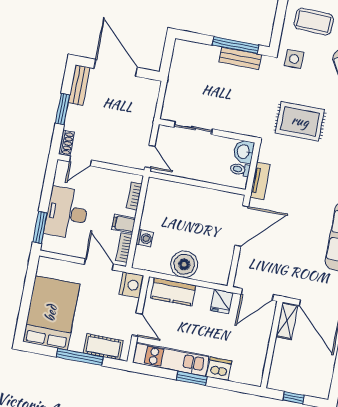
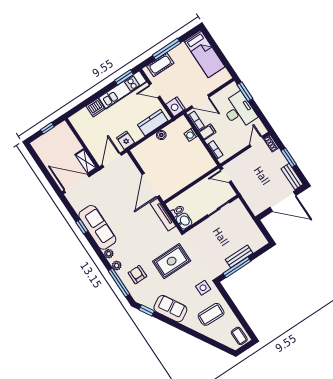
bench: (240, 58) -> (239, 256), moved
tv unit: (260, 181) -> (163, 215), width x1.41
boiler: (184, 264) -> (161, 135), width x0.54, depth x0.54
bed: (51, 313) -> (204, 54), width x0.67
window: (192, 378) -> (124, 77), moved

